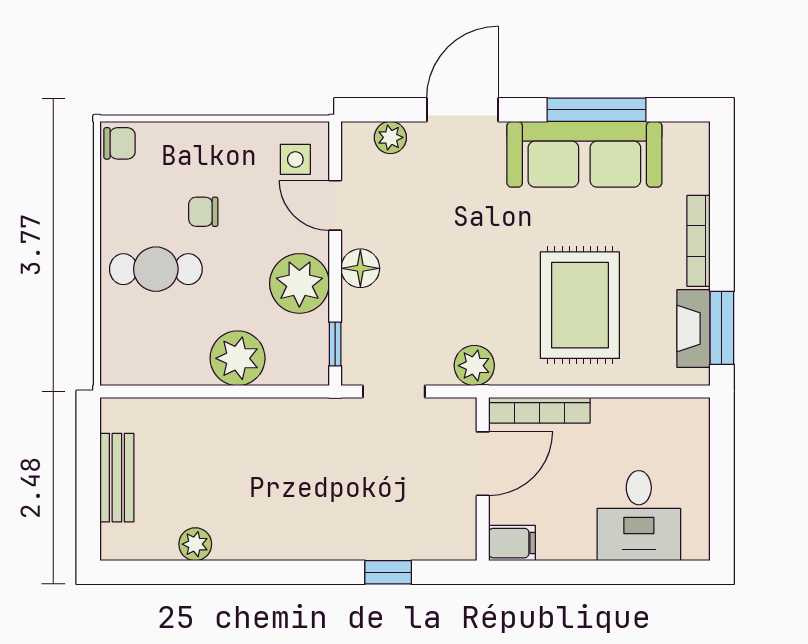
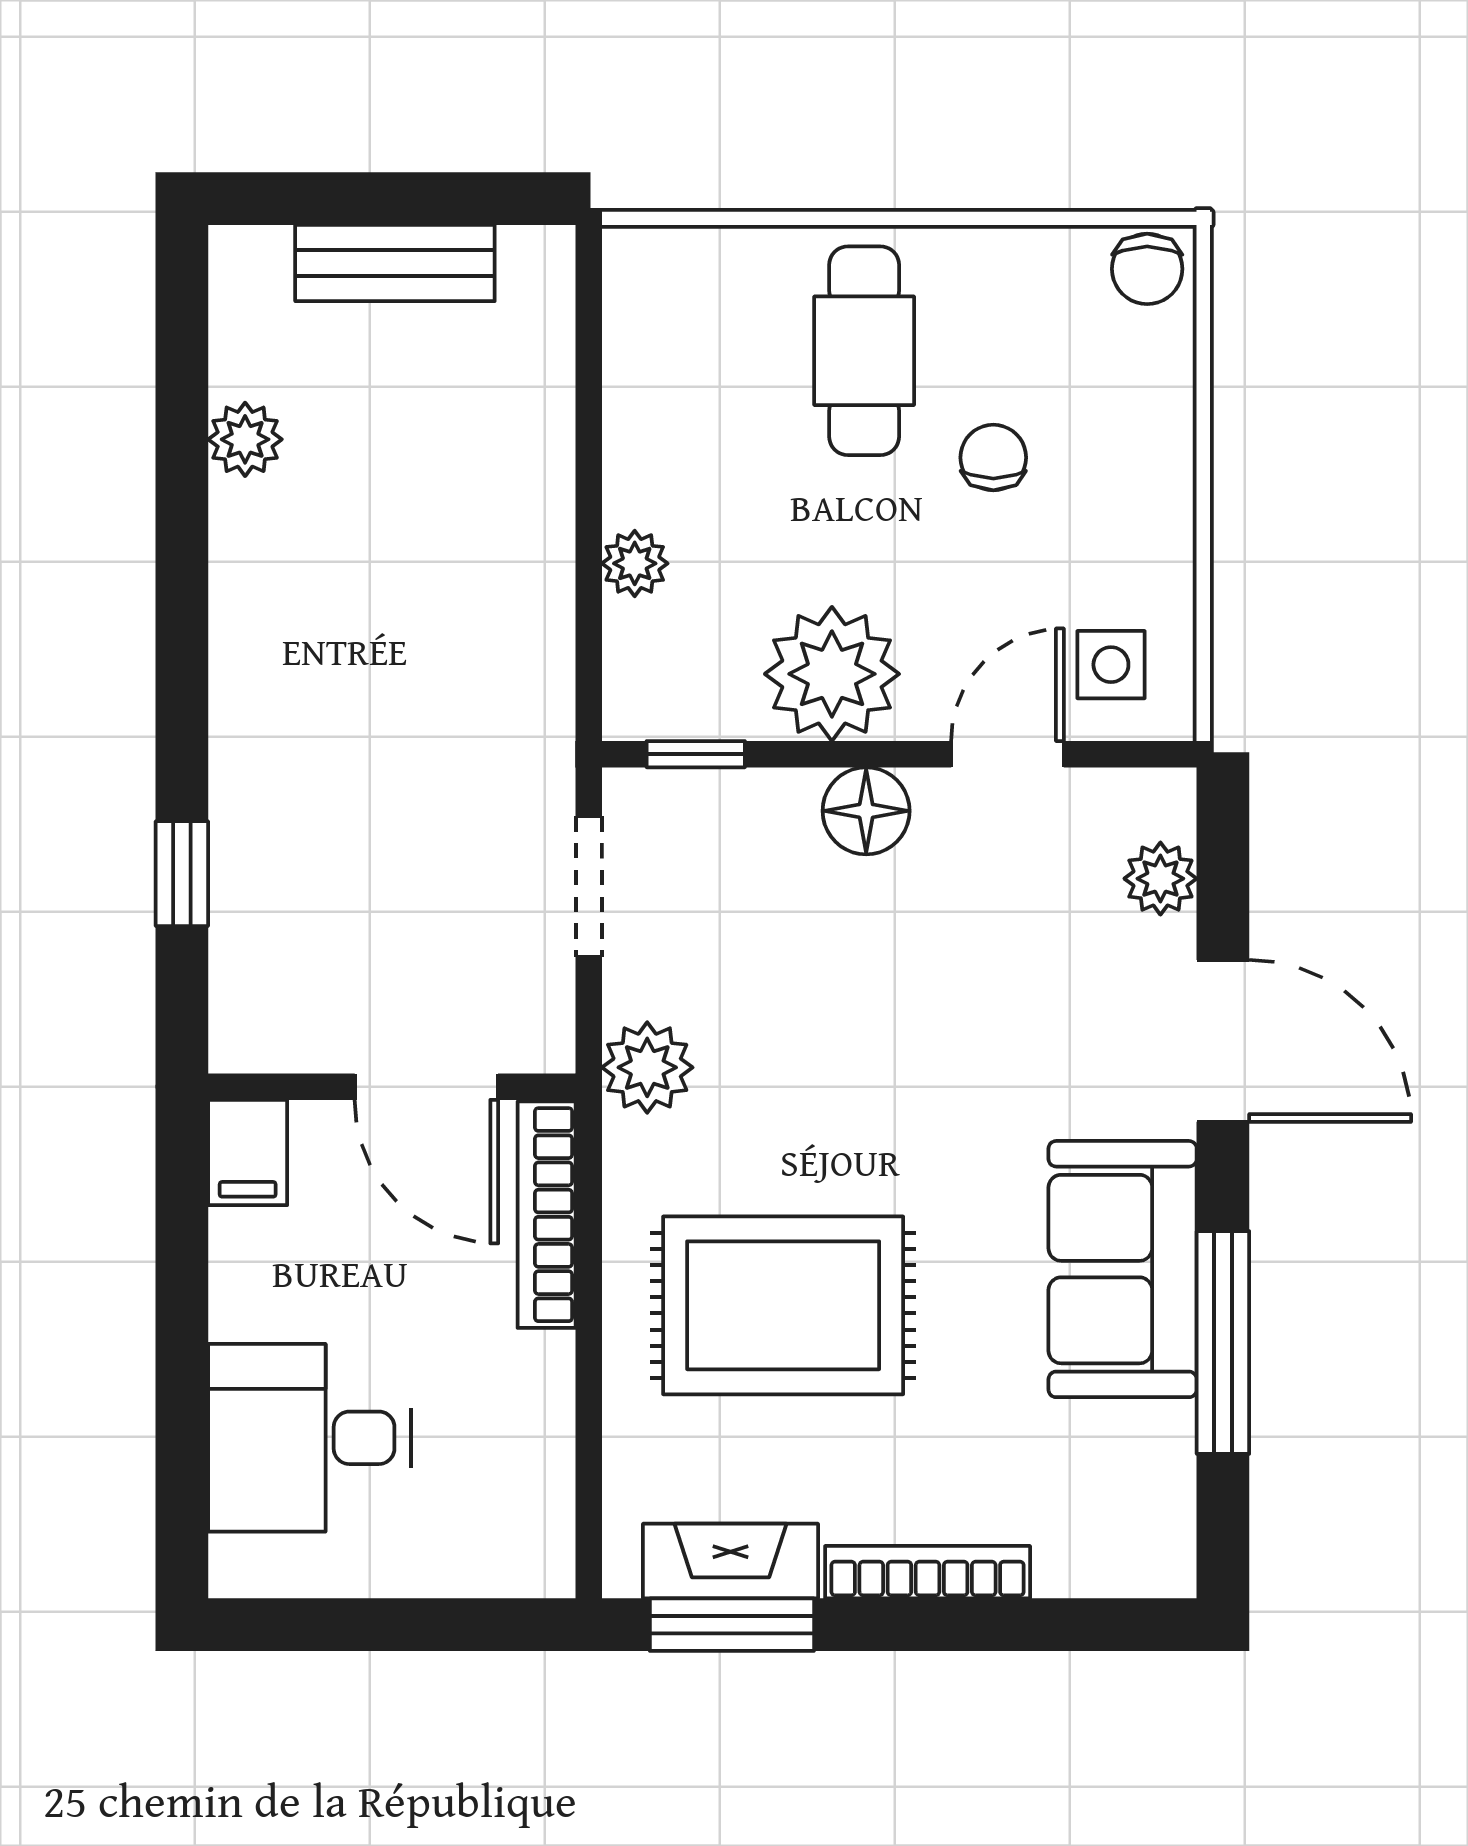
sofa: (584, 154) -> (1123, 1269), width x0.73
plant: (238, 358) -> (635, 563), width x0.53, depth x0.53

